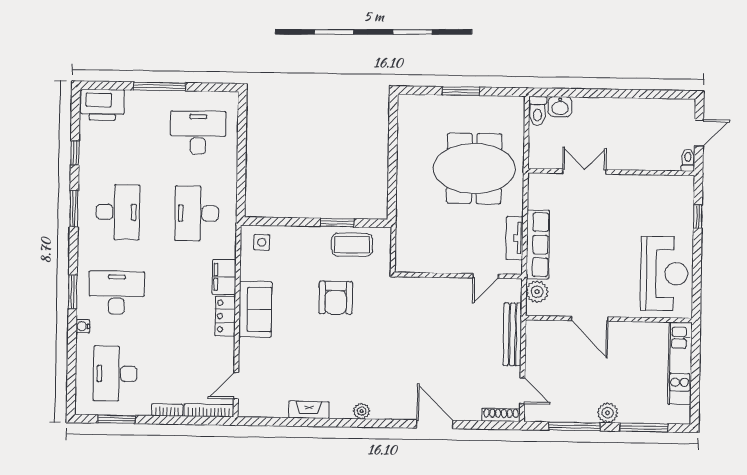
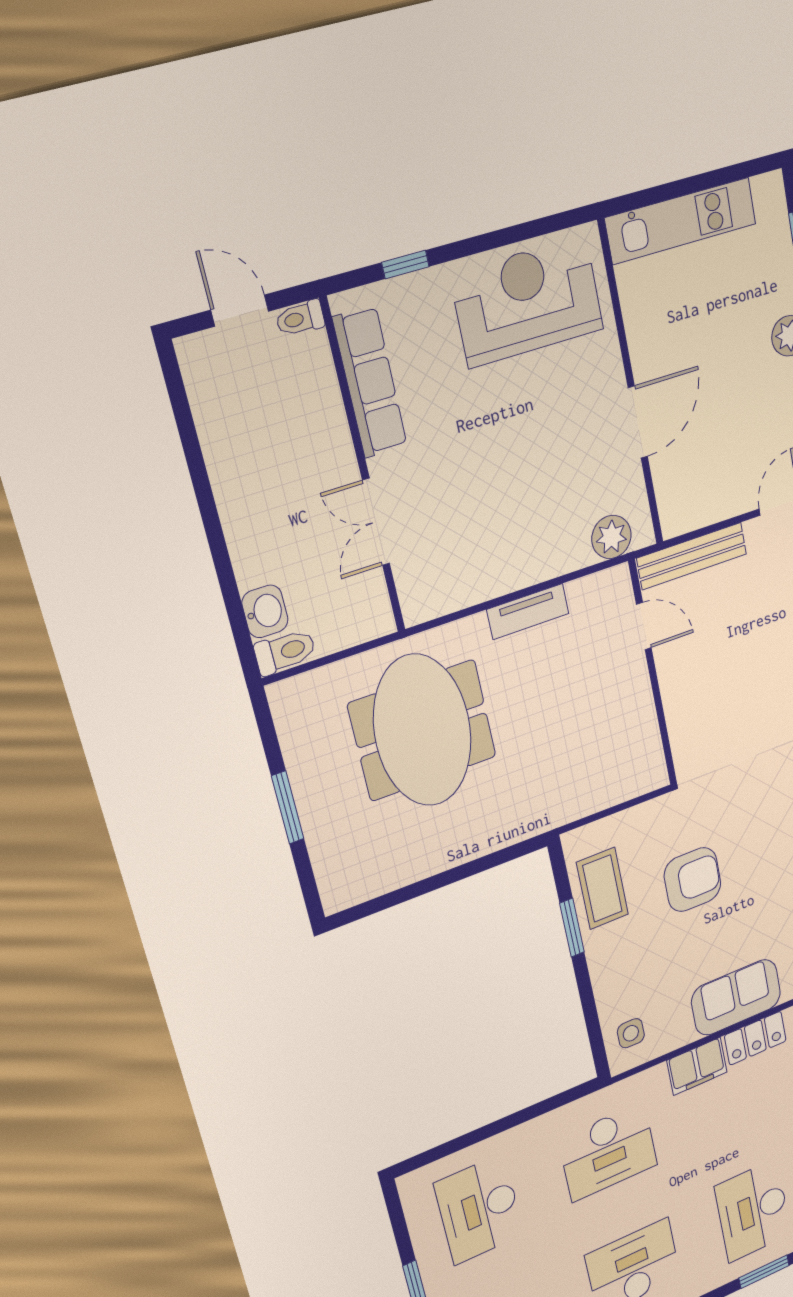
row of seats: (538, 245) -> (370, 382), moved, turned 90
wall: (458, 275) -> (653, 674), moved
door: (486, 276) -> (644, 626), moved

